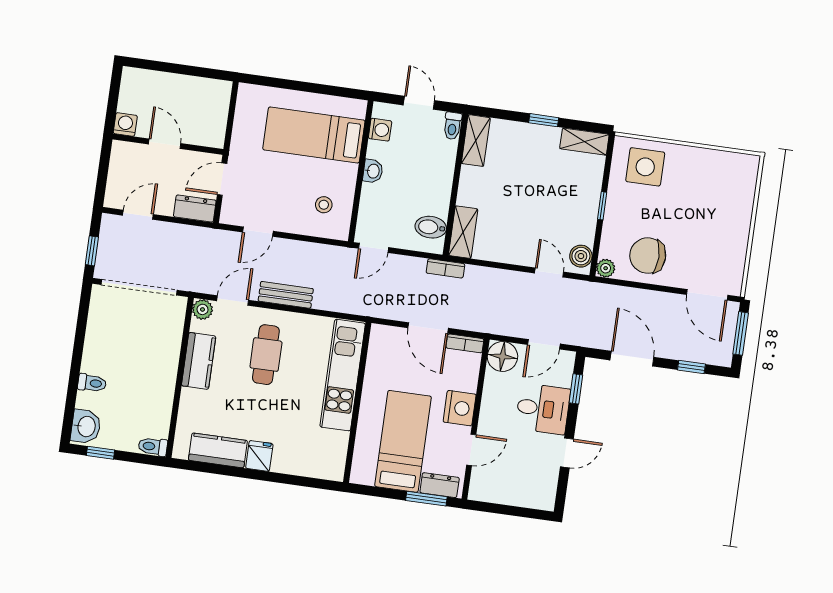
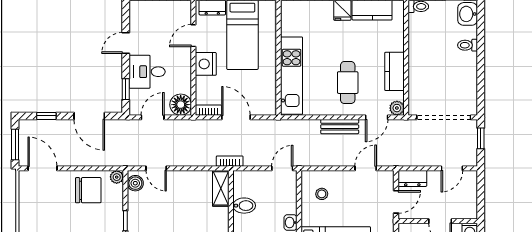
bidet: (431, 227) -> (244, 206), moved

